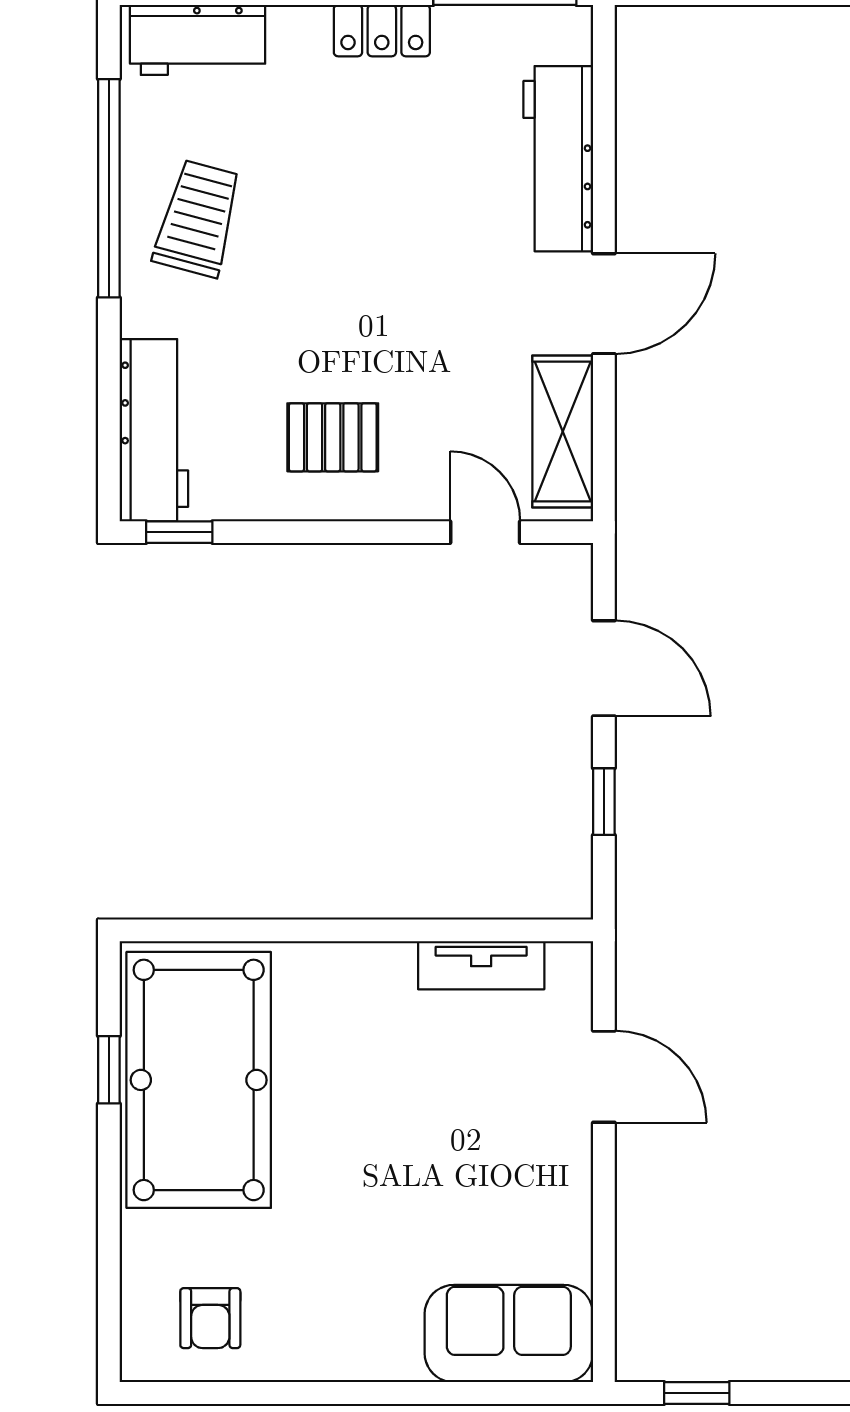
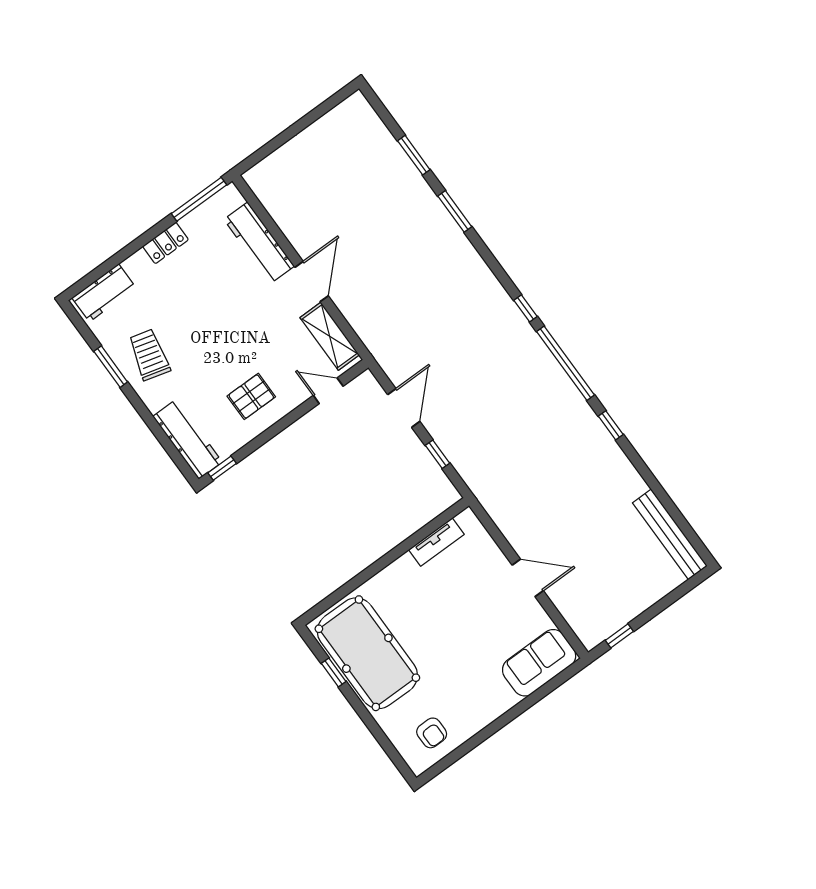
window: (109, 188) -> (111, 367), width x0.47
door: (604, 668) -> (404, 408), hinge flipped
door: (604, 1077) -> (528, 578), moved

